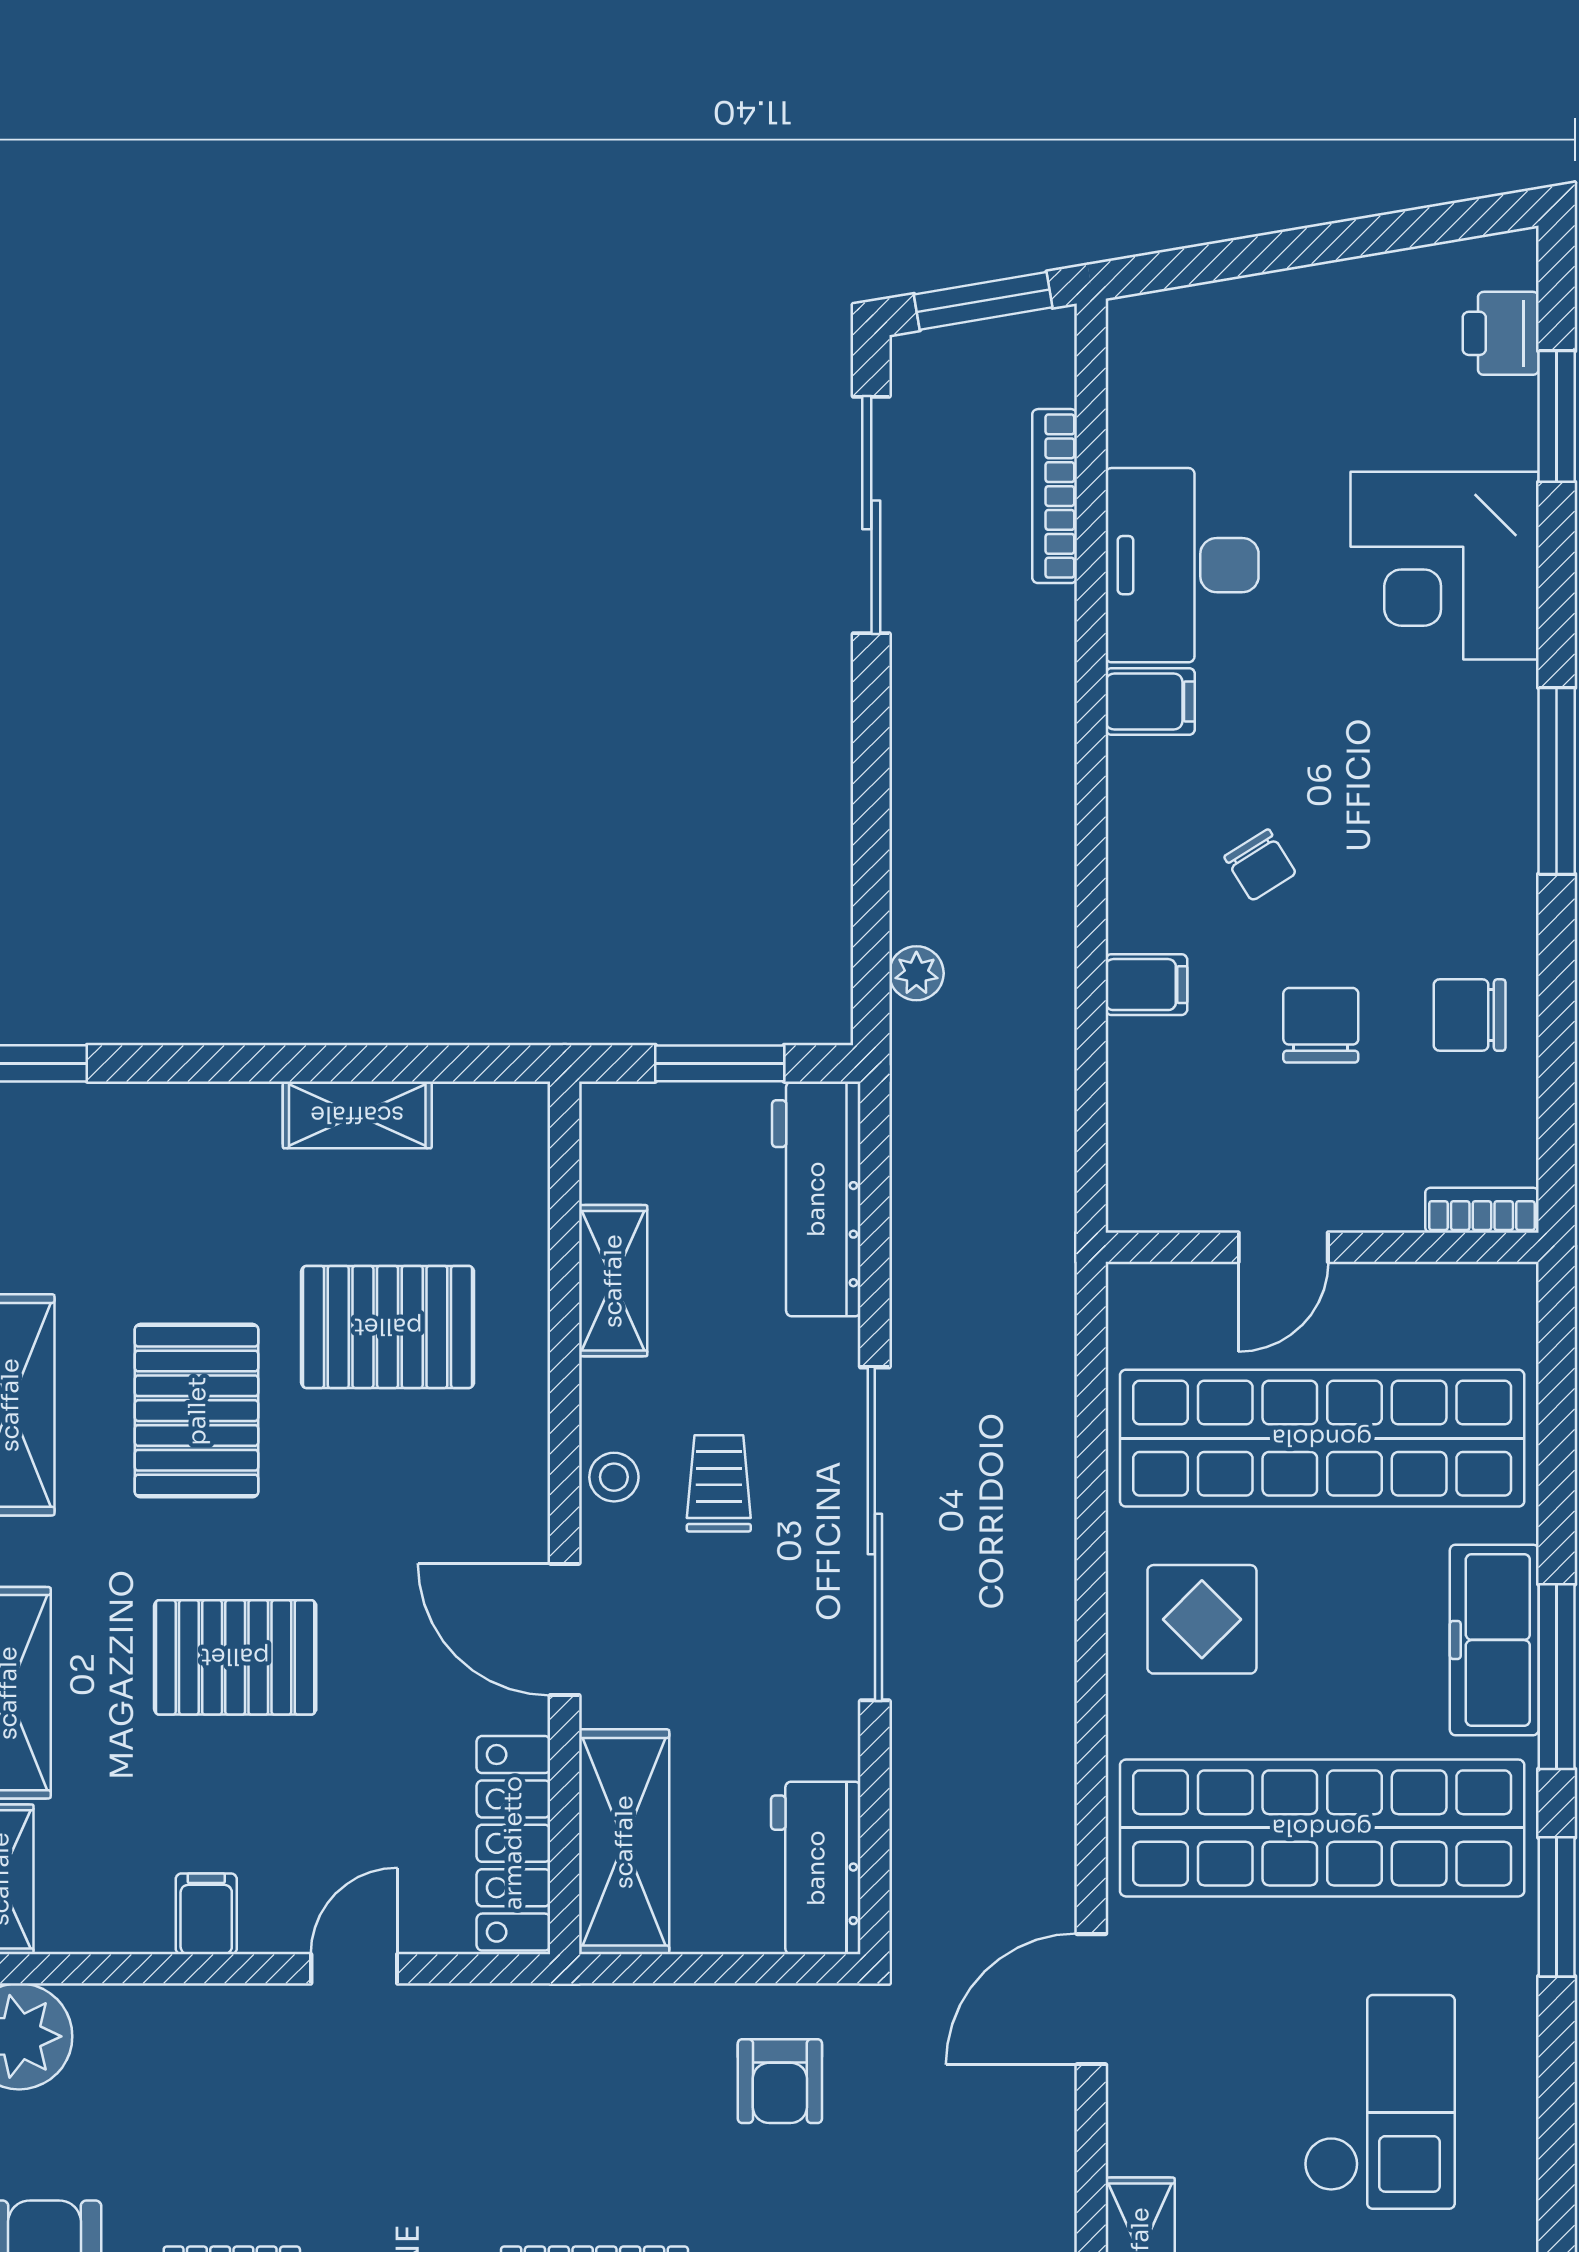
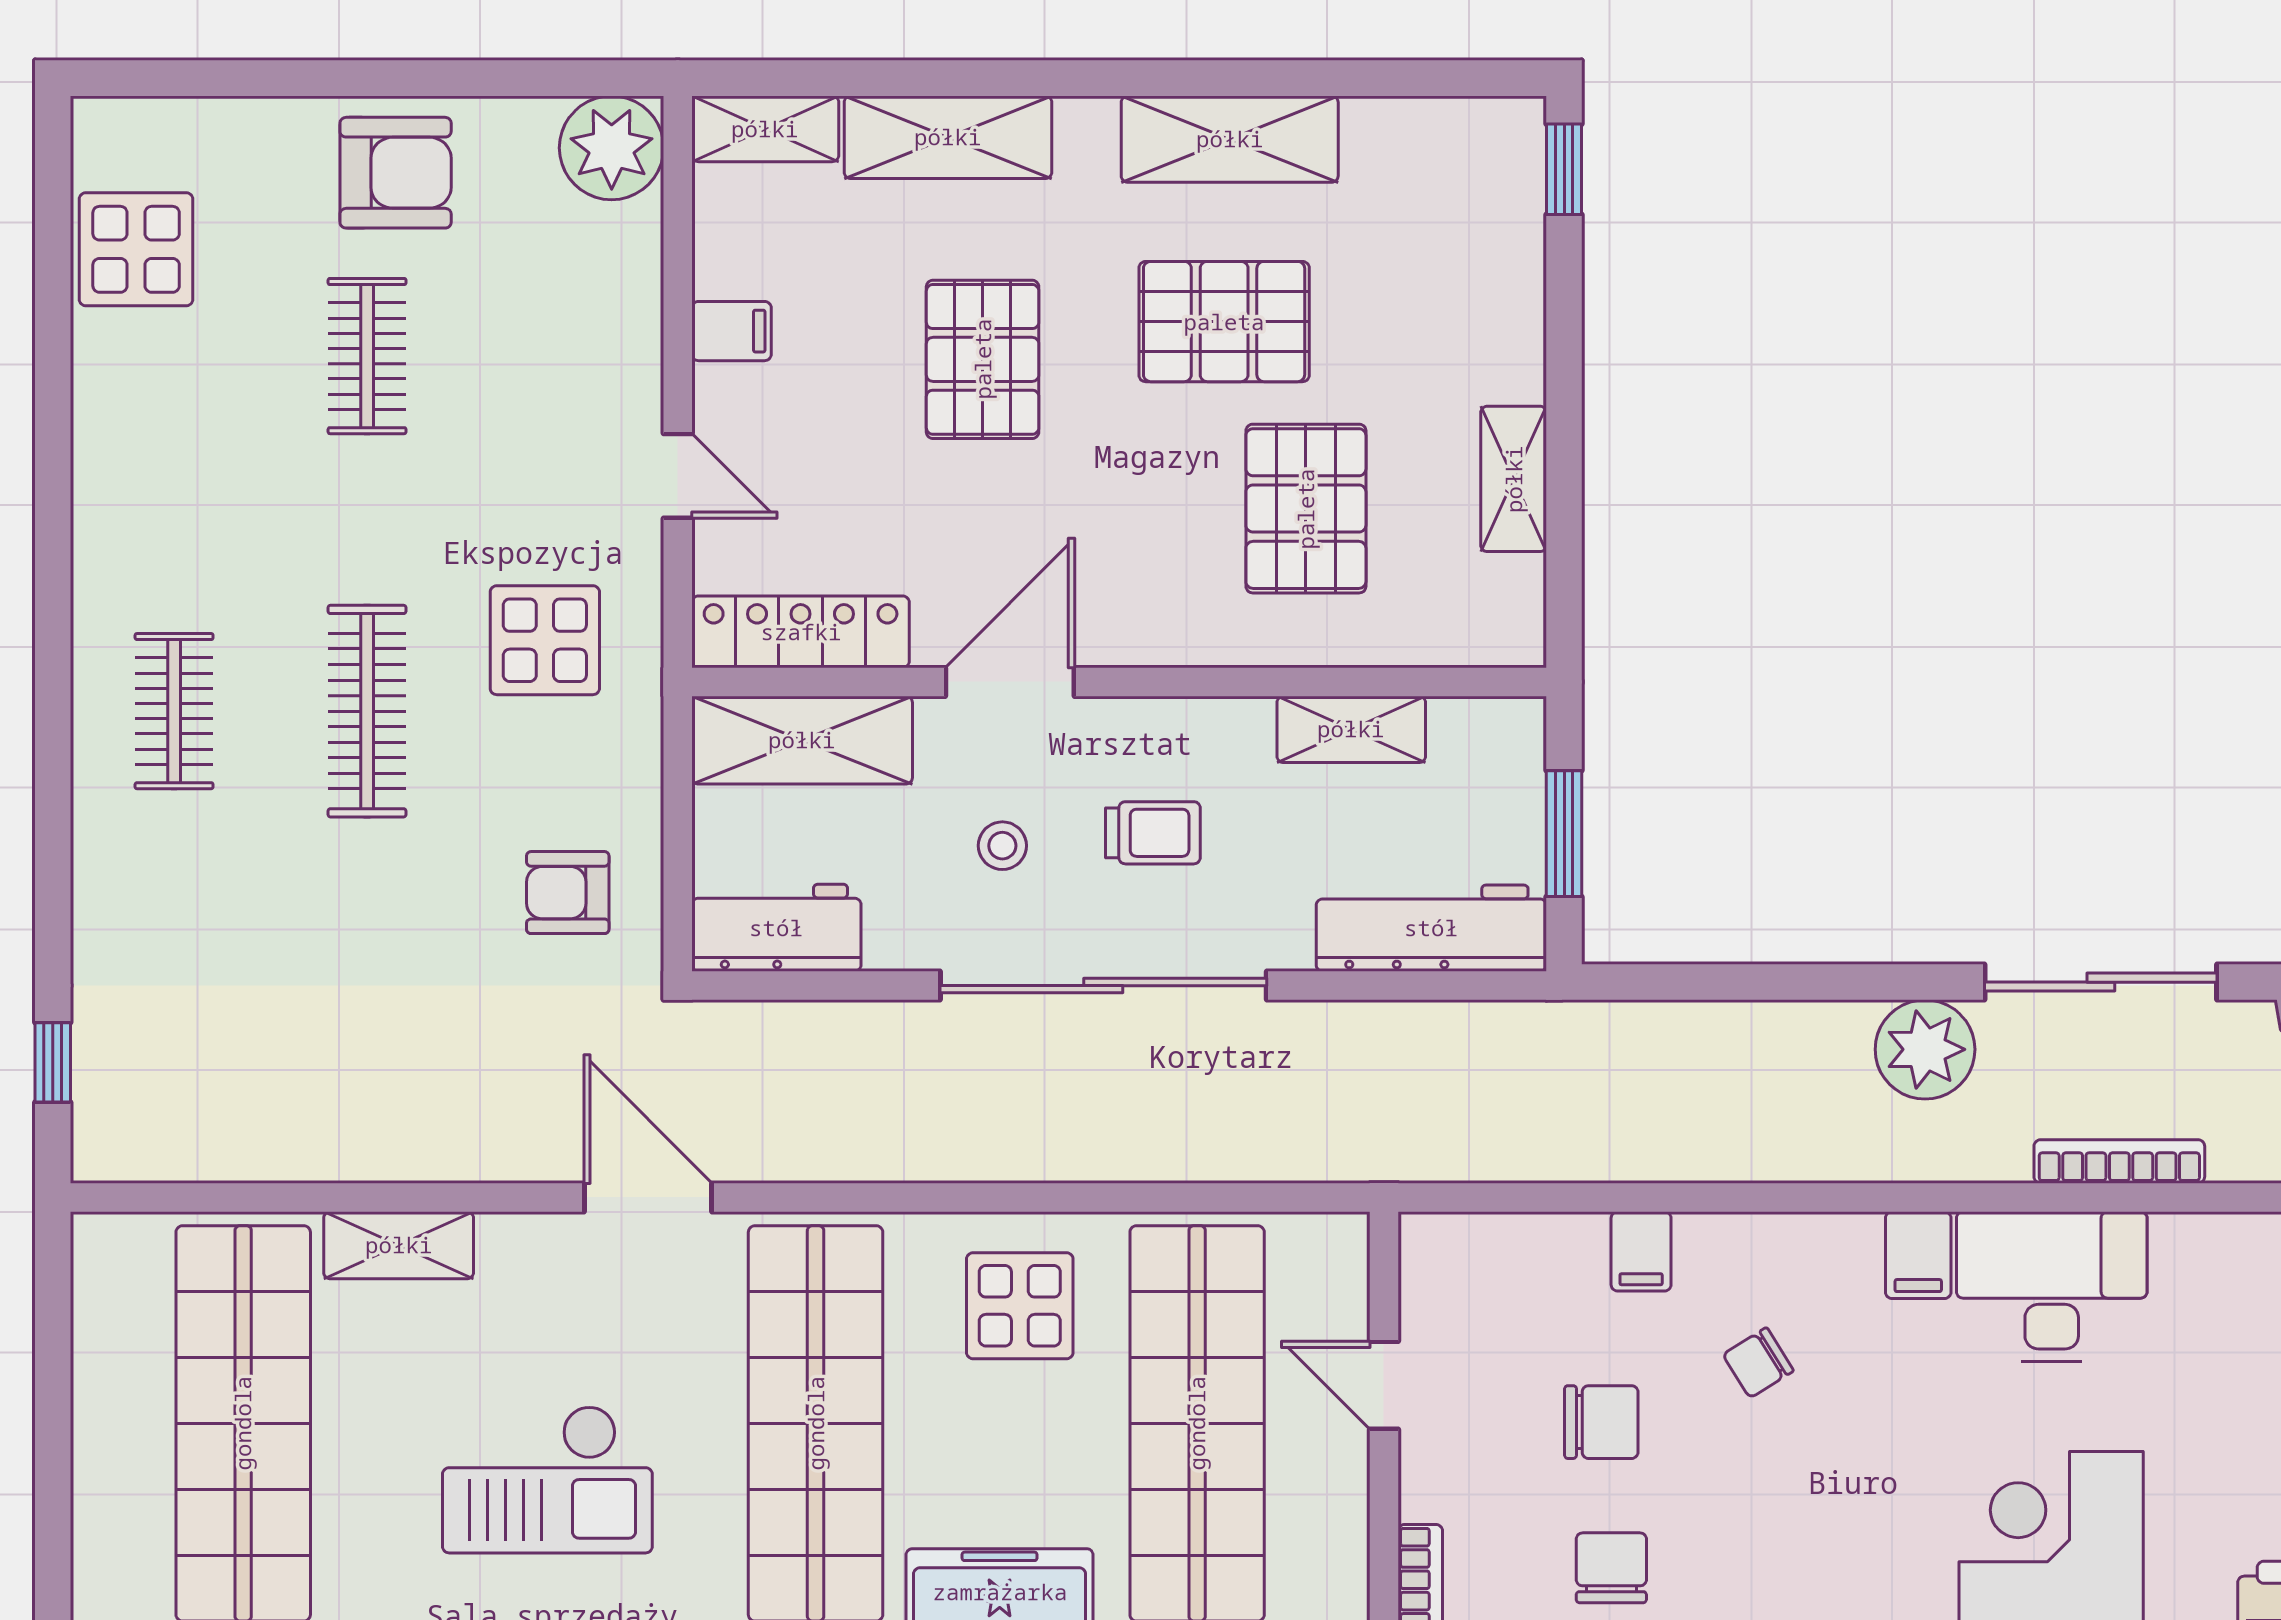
plant: (916, 973) -> (1925, 1049), moved, width x1.88, depth x1.88
stool: (614, 1477) -> (1002, 846), moved
display table: (522, 2105) -> (545, 640), added

